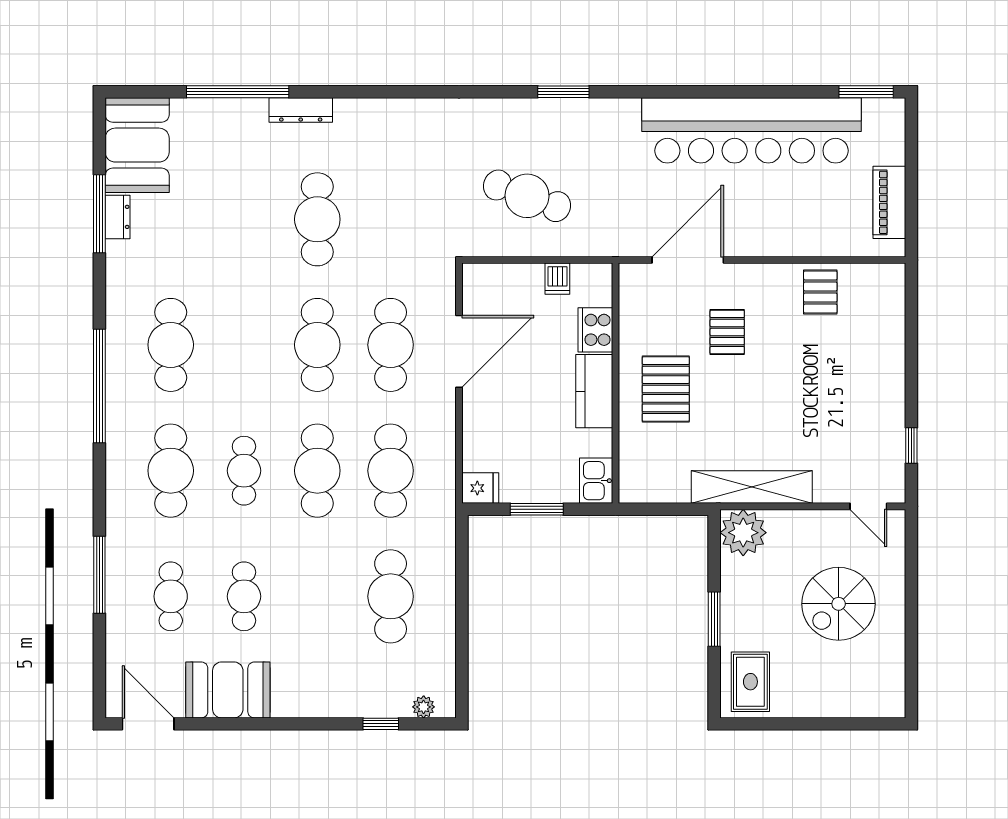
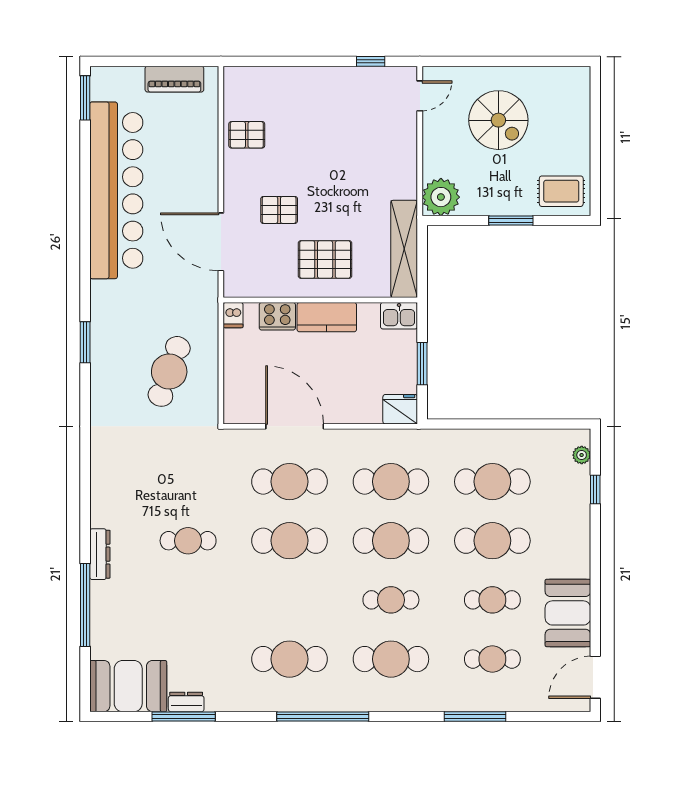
cafe table: (317, 219) -> (188, 541), width x0.73, depth x0.74
dishwasher: (557, 279) -> (233, 315), moved, turned 90
shelving: (752, 487) -> (404, 249), moved
fridge: (480, 488) -> (400, 409), width x1.38
cafe table: (317, 596) -> (492, 541), added

